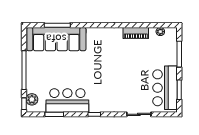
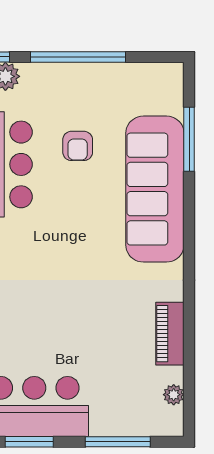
sofa: (56, 39) -> (155, 189), moved
armchair: (60, 70) -> (78, 146), added

